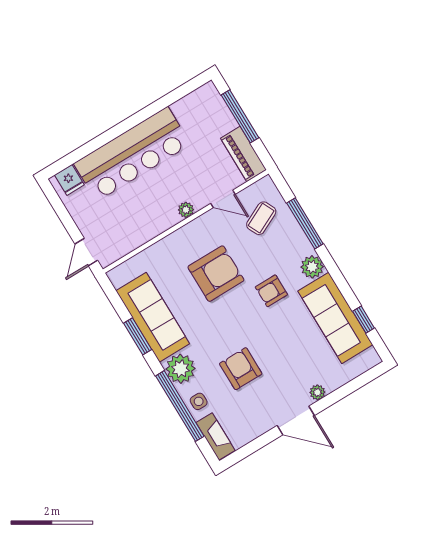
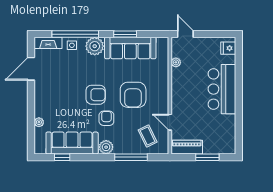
window: (240, 116) -> (207, 157), width x0.69
bar counter: (132, 154) -> (222, 89), width x0.73
door: (223, 199) -> (170, 122), hinge flipped
plant: (186, 210) -> (176, 62), moved
armchair: (241, 369) -> (96, 95), moved
plant: (317, 392) -> (39, 122), moved
door: (296, 421) -> (31, 69), moved

